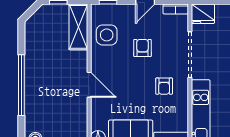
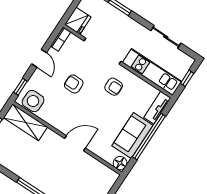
side table: (107, 35) -> (33, 101), moved

